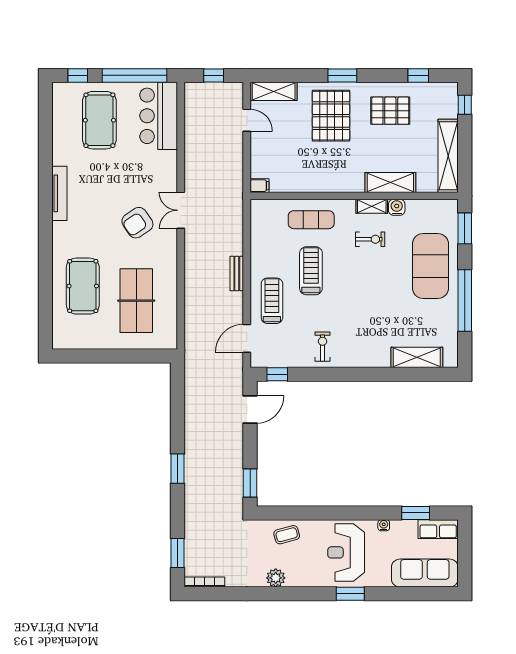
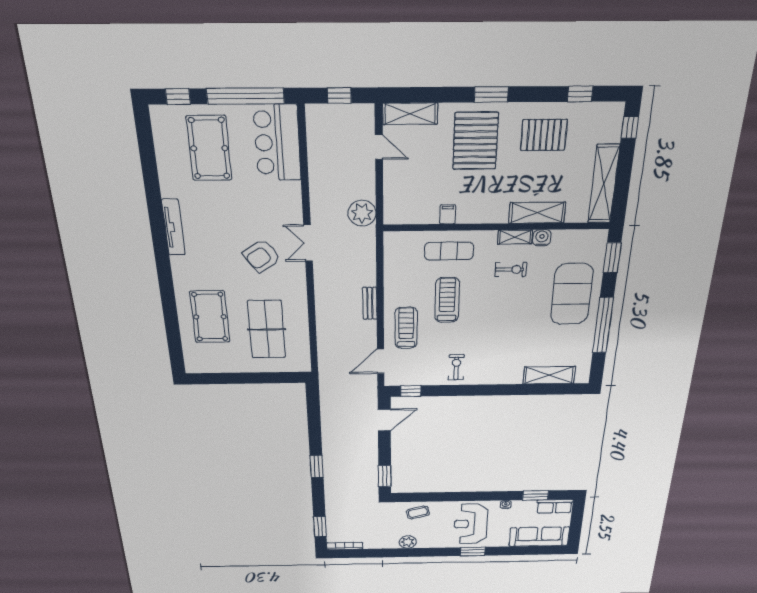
plant: (231, 181) -> (362, 213), added
filing cabinet: (259, 186) -> (448, 214), moved, turned -90

